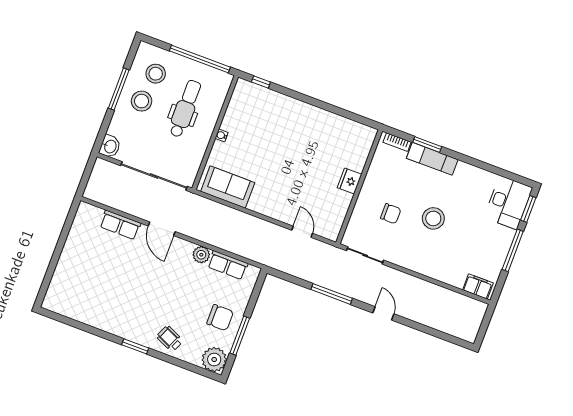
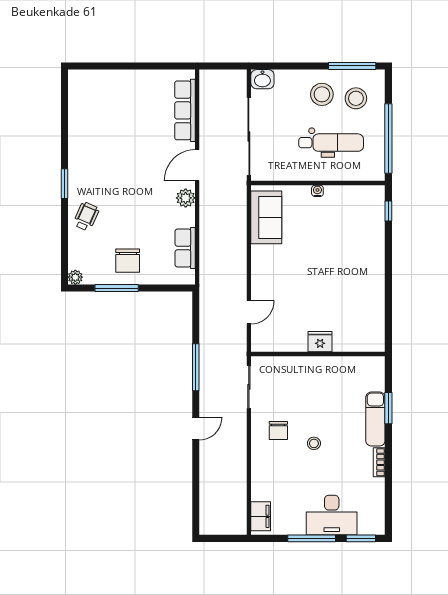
window: (119, 89) -> (352, 66), moved
bookcase: (397, 142) -> (379, 462), moved
desk: (508, 203) -> (332, 515), moved
chair: (391, 214) -> (278, 430), moved
stool: (433, 218) -> (314, 443), width x0.53, depth x0.53
row of seats: (120, 225) -> (185, 110), width x1.48
plant: (201, 255) -> (186, 198), moved
plant: (214, 360) -> (75, 277), width x0.53, depth x0.53

